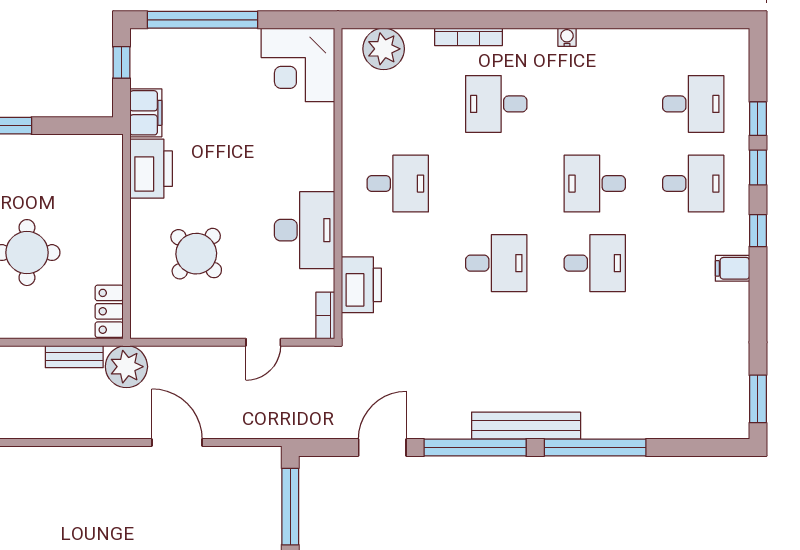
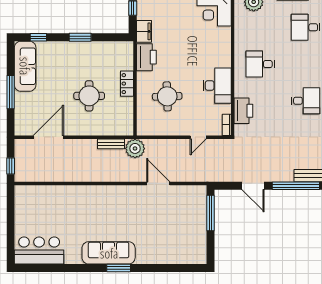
desk: (398, 184) -> (260, 64), turned 180
round table: (196, 254) -> (167, 96), turned 45
locker: (109, 311) -> (127, 84), moved
door: (382, 448) -> (253, 186), swing flipped

